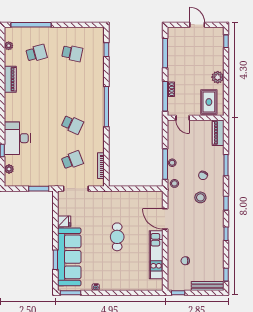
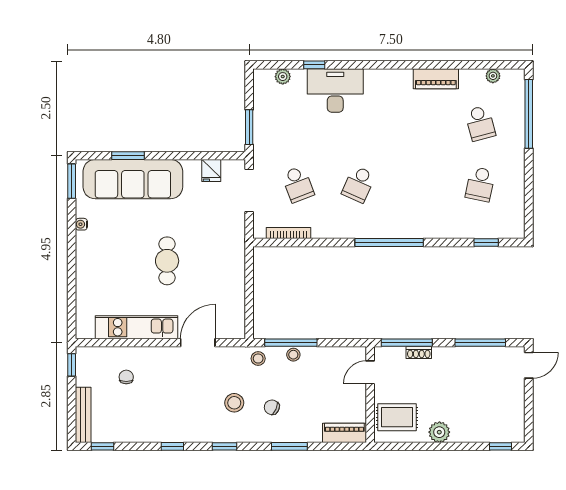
door: (197, 25) -> (529, 365), moved
fridge: (64, 221) -> (211, 171), moved
cafe table: (117, 237) -> (167, 261), turned 90

